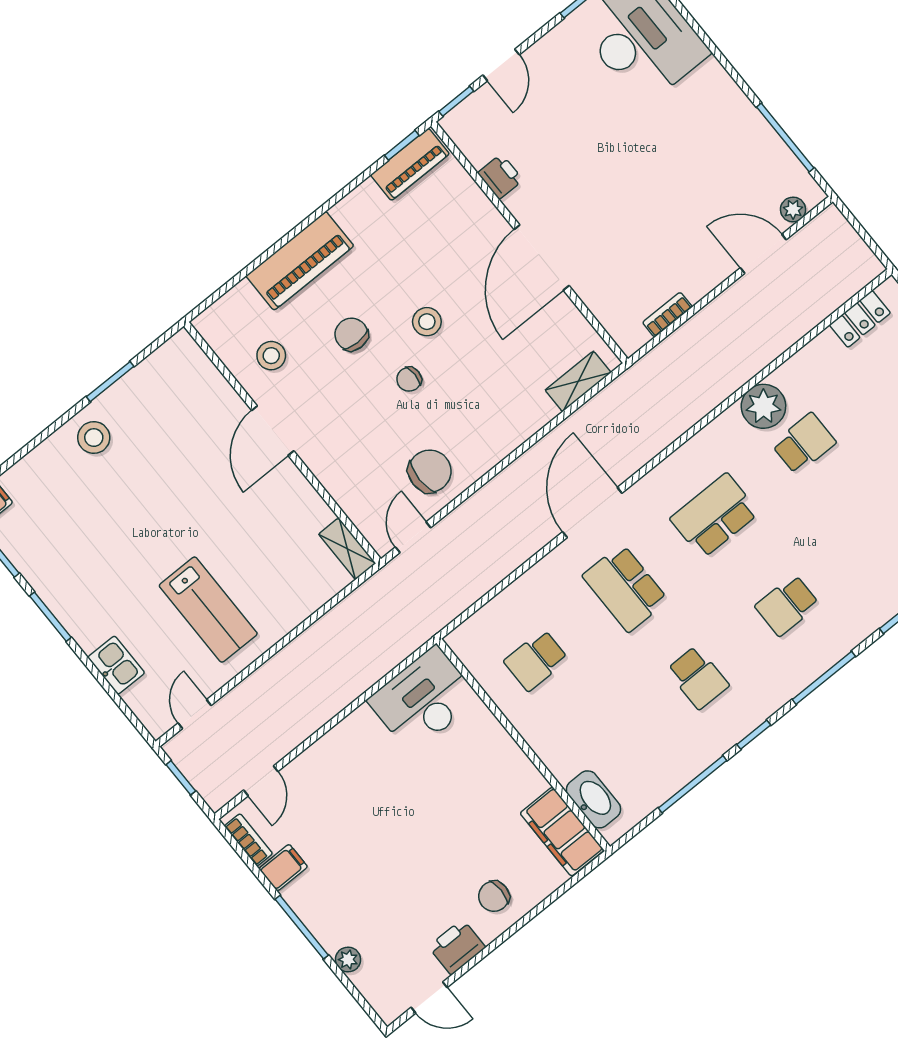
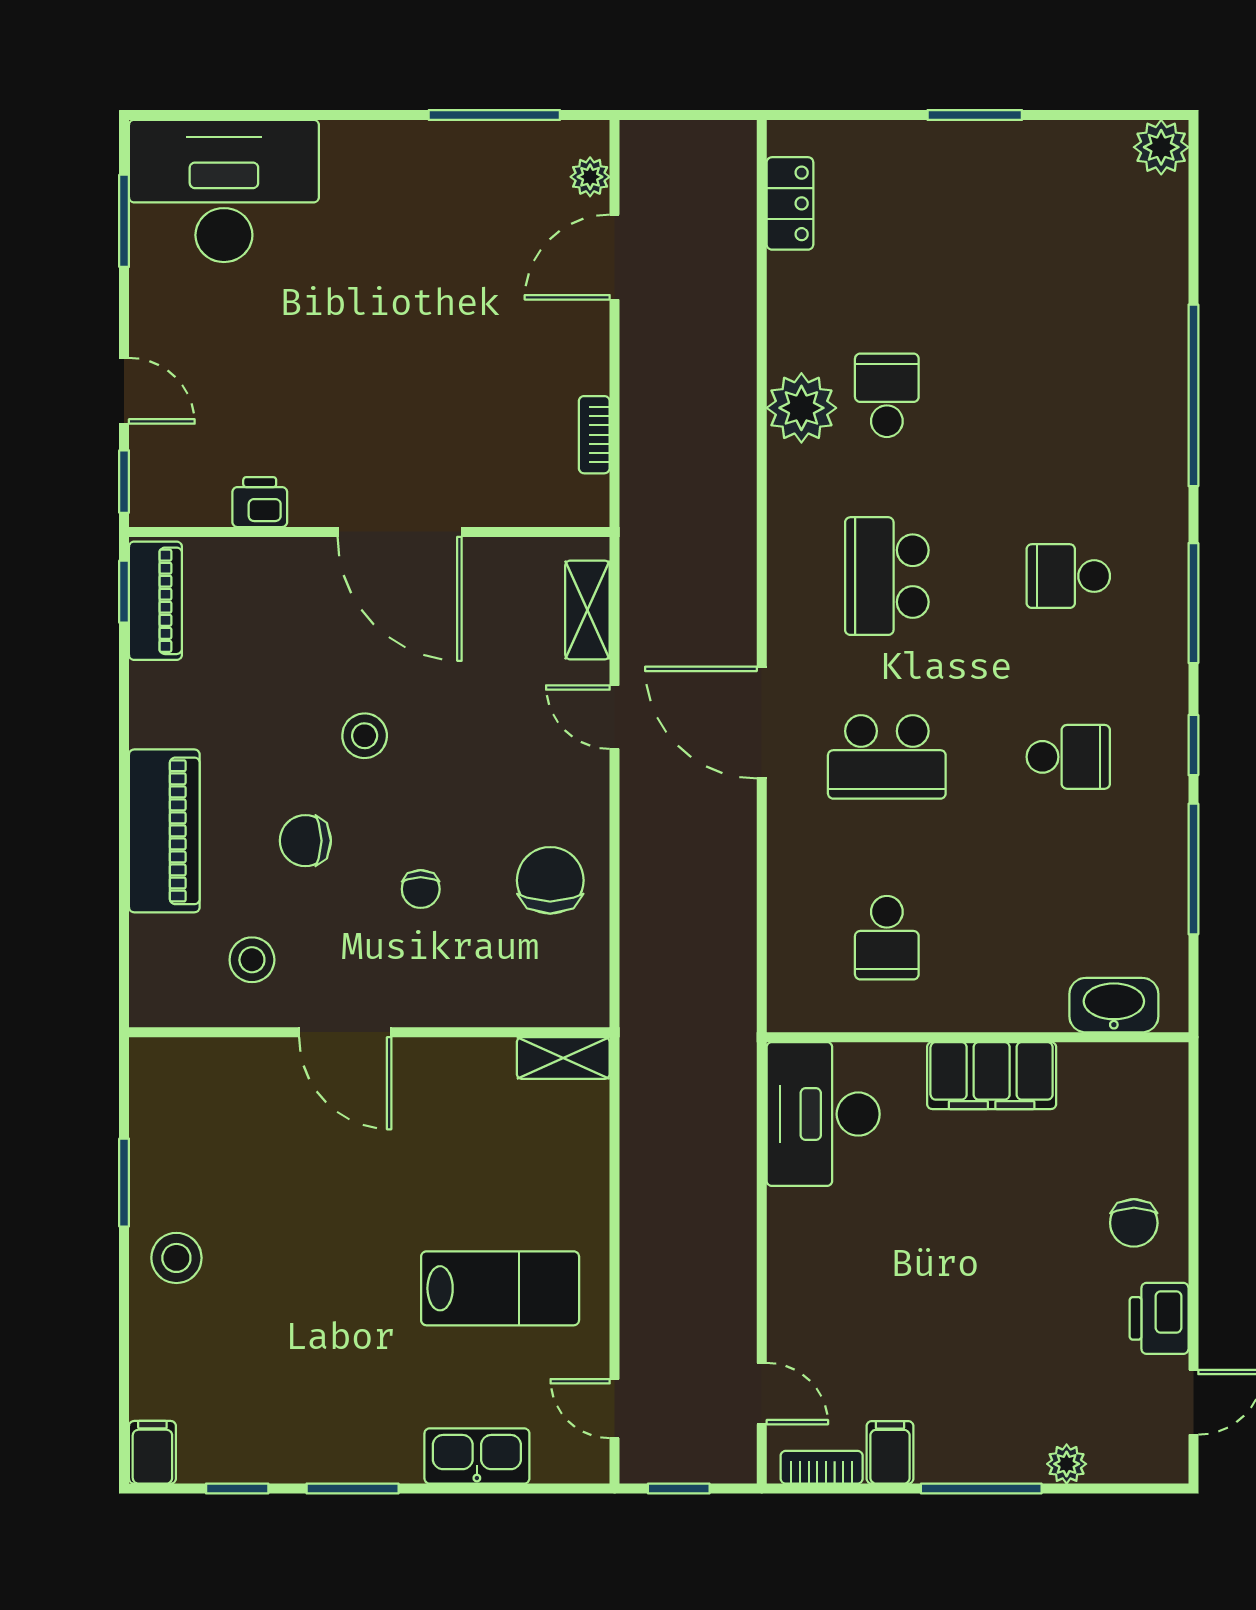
chair: (409, 379) -> (421, 889), moved
door: (413, 537) -> (615, 717), moved
school desk: (787, 605) -> (1068, 576), turned 90
kitchen sink: (116, 665) -> (477, 1456), width x1.38
filing cabinet: (562, 832) -> (992, 1076), moved

